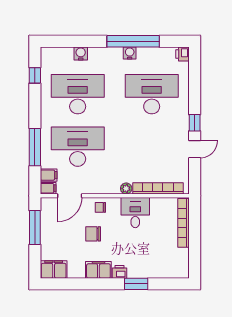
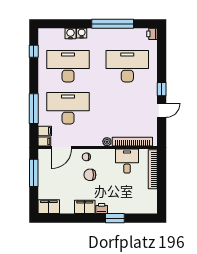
water cooler: (130, 53) -> (82, 33), moved
desk: (135, 213) -> (127, 161), moved
chair: (93, 234) -> (90, 175), moved

